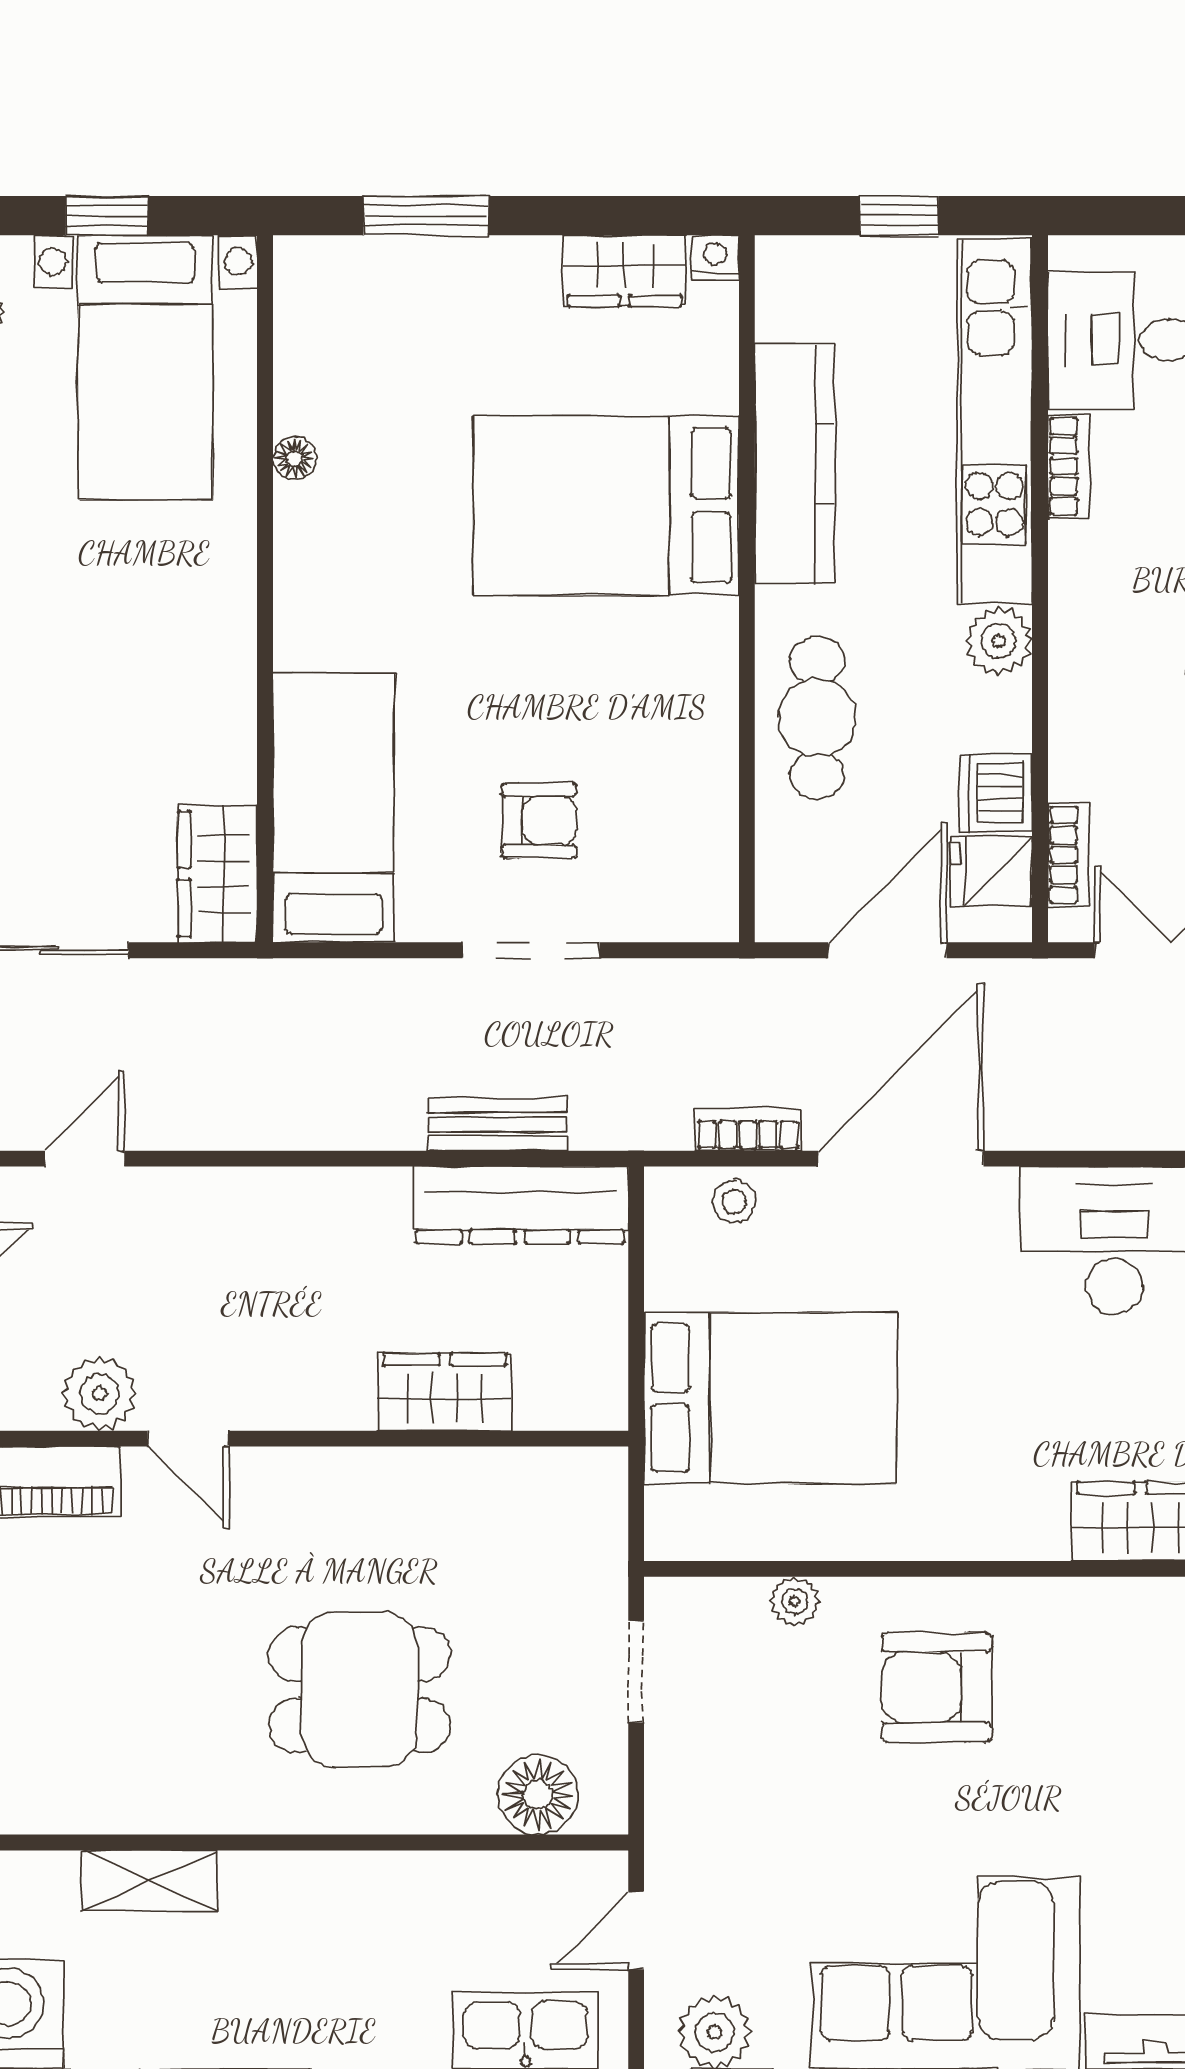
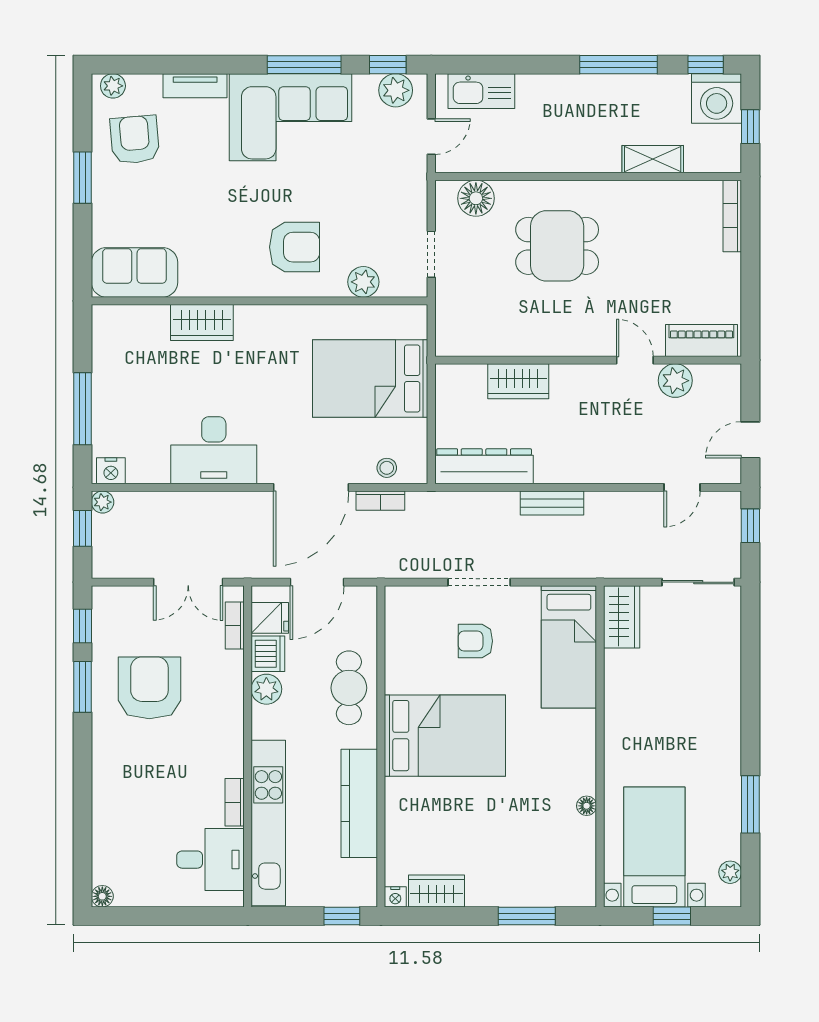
window: (899, 216) -> (342, 916), moved
bed: (606, 506) -> (445, 736), moved
plant: (999, 641) -> (266, 689), moved
bench: (498, 1124) -> (552, 503), moved
plant: (795, 1601) -> (363, 282), width x1.38, depth x1.38

